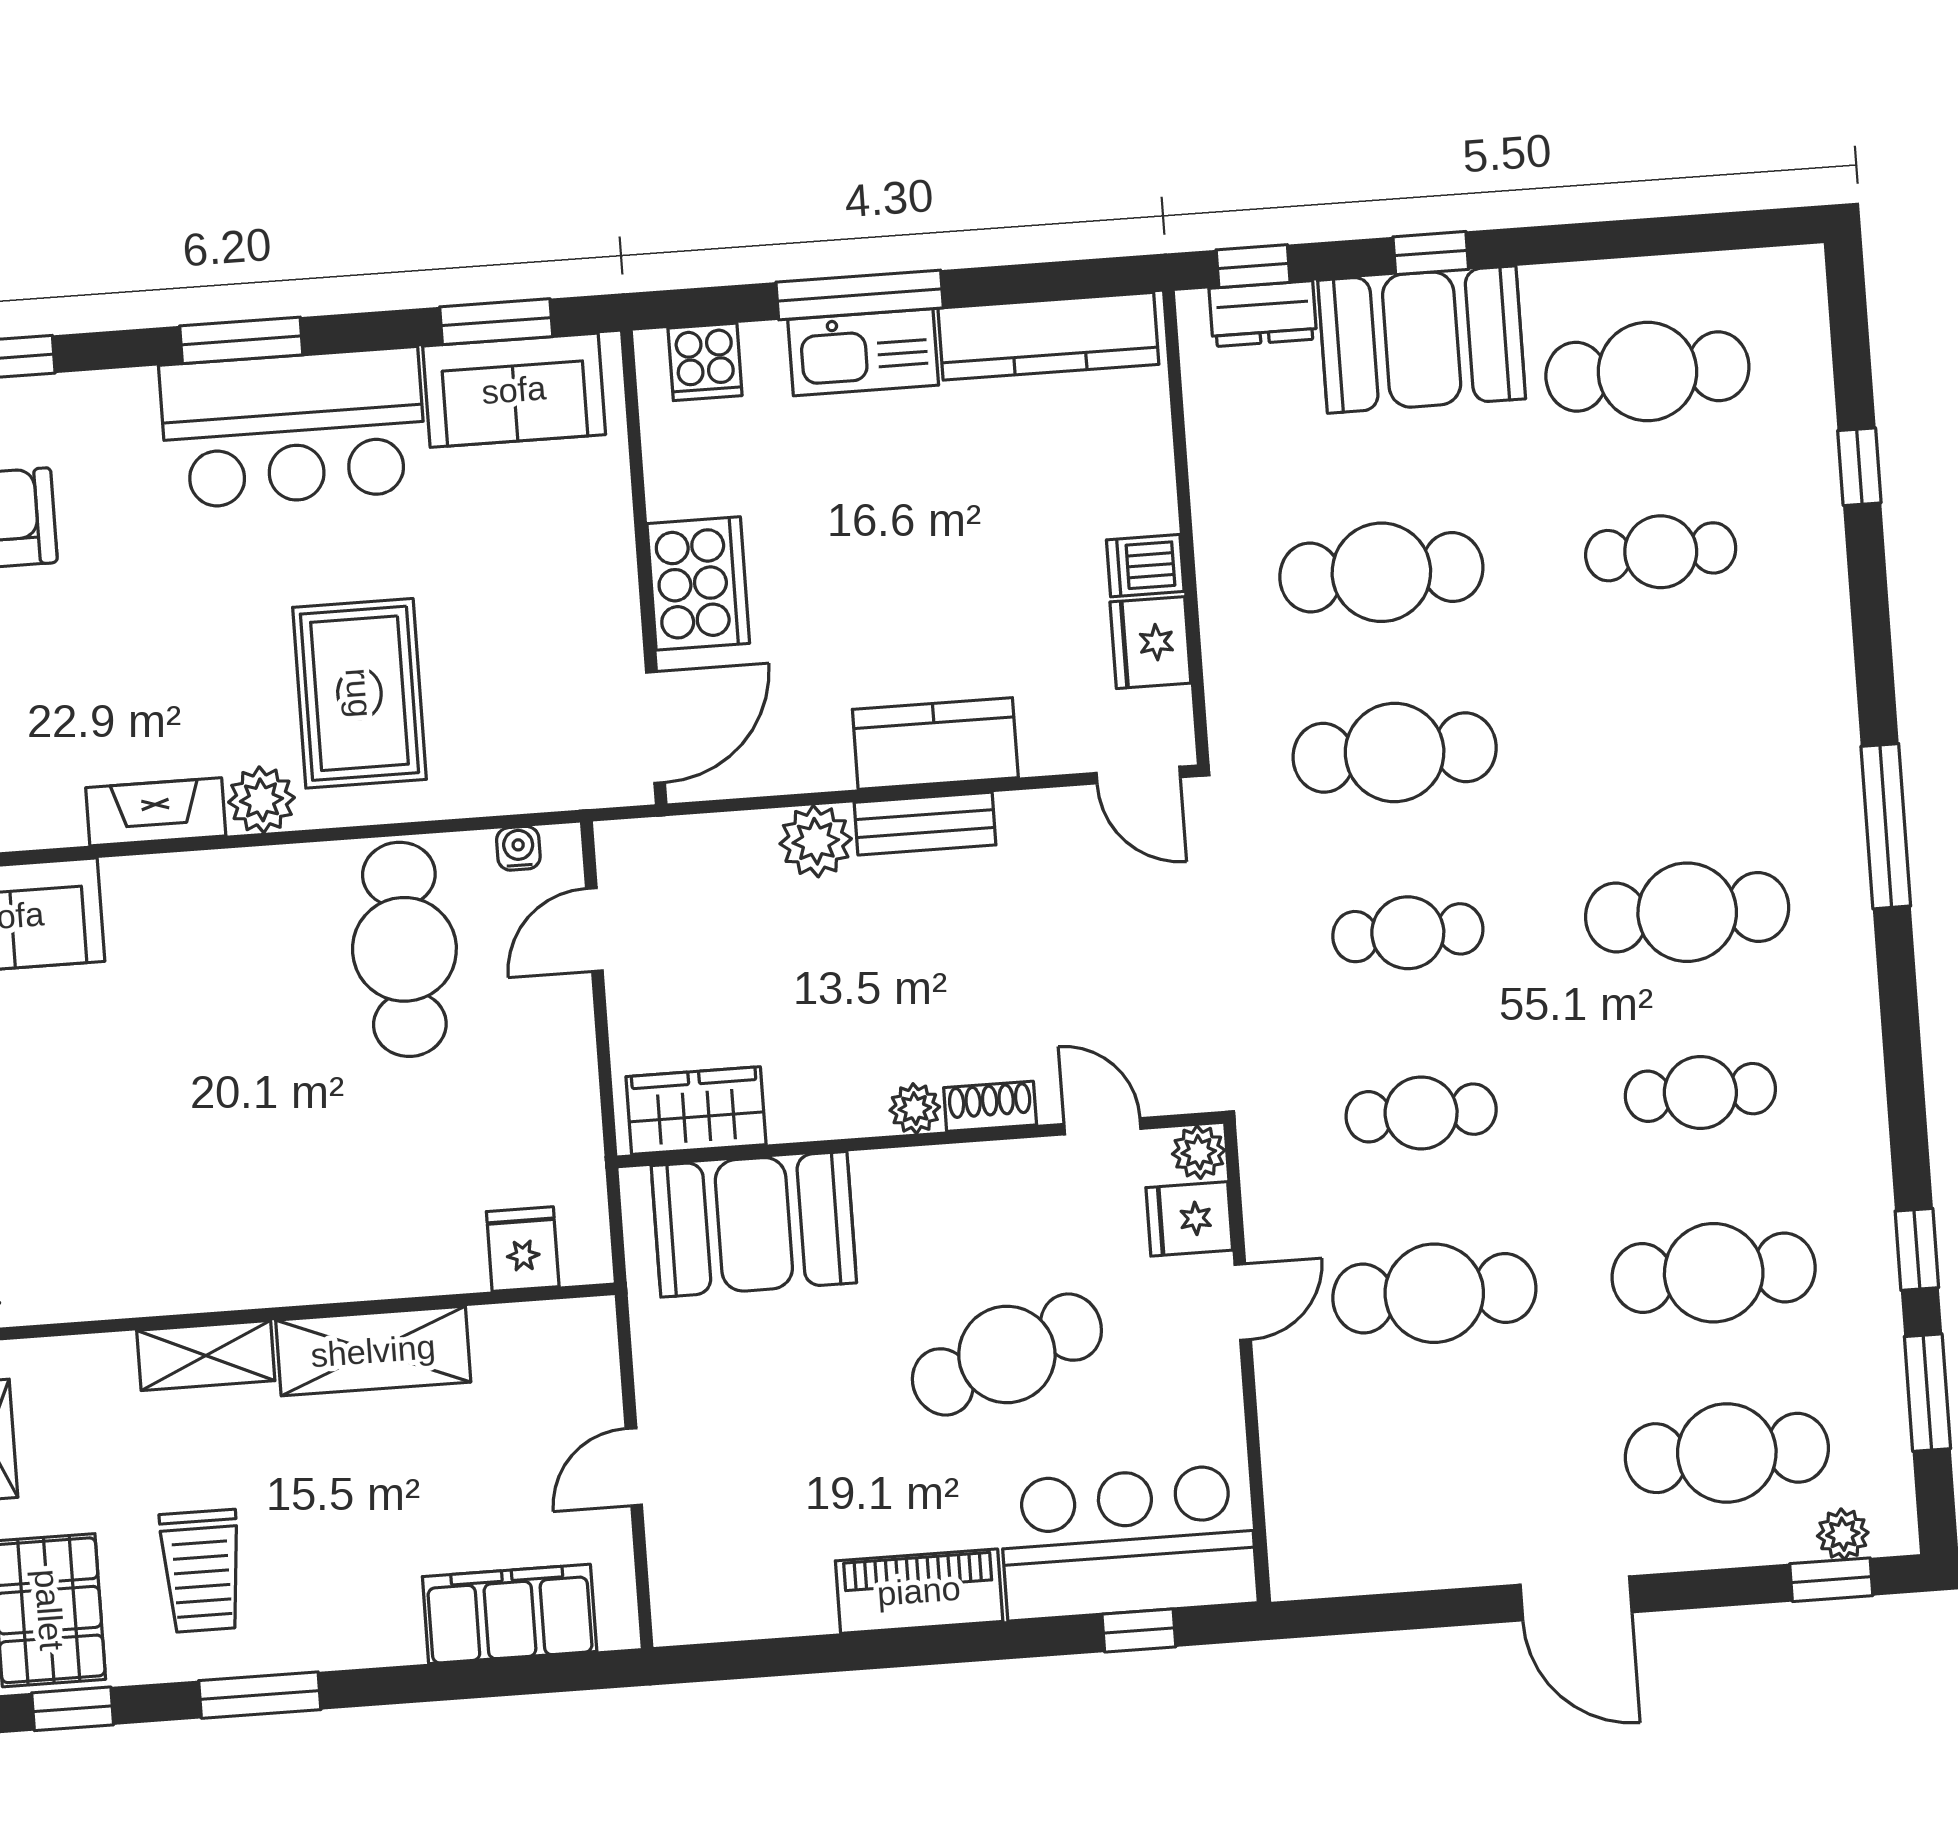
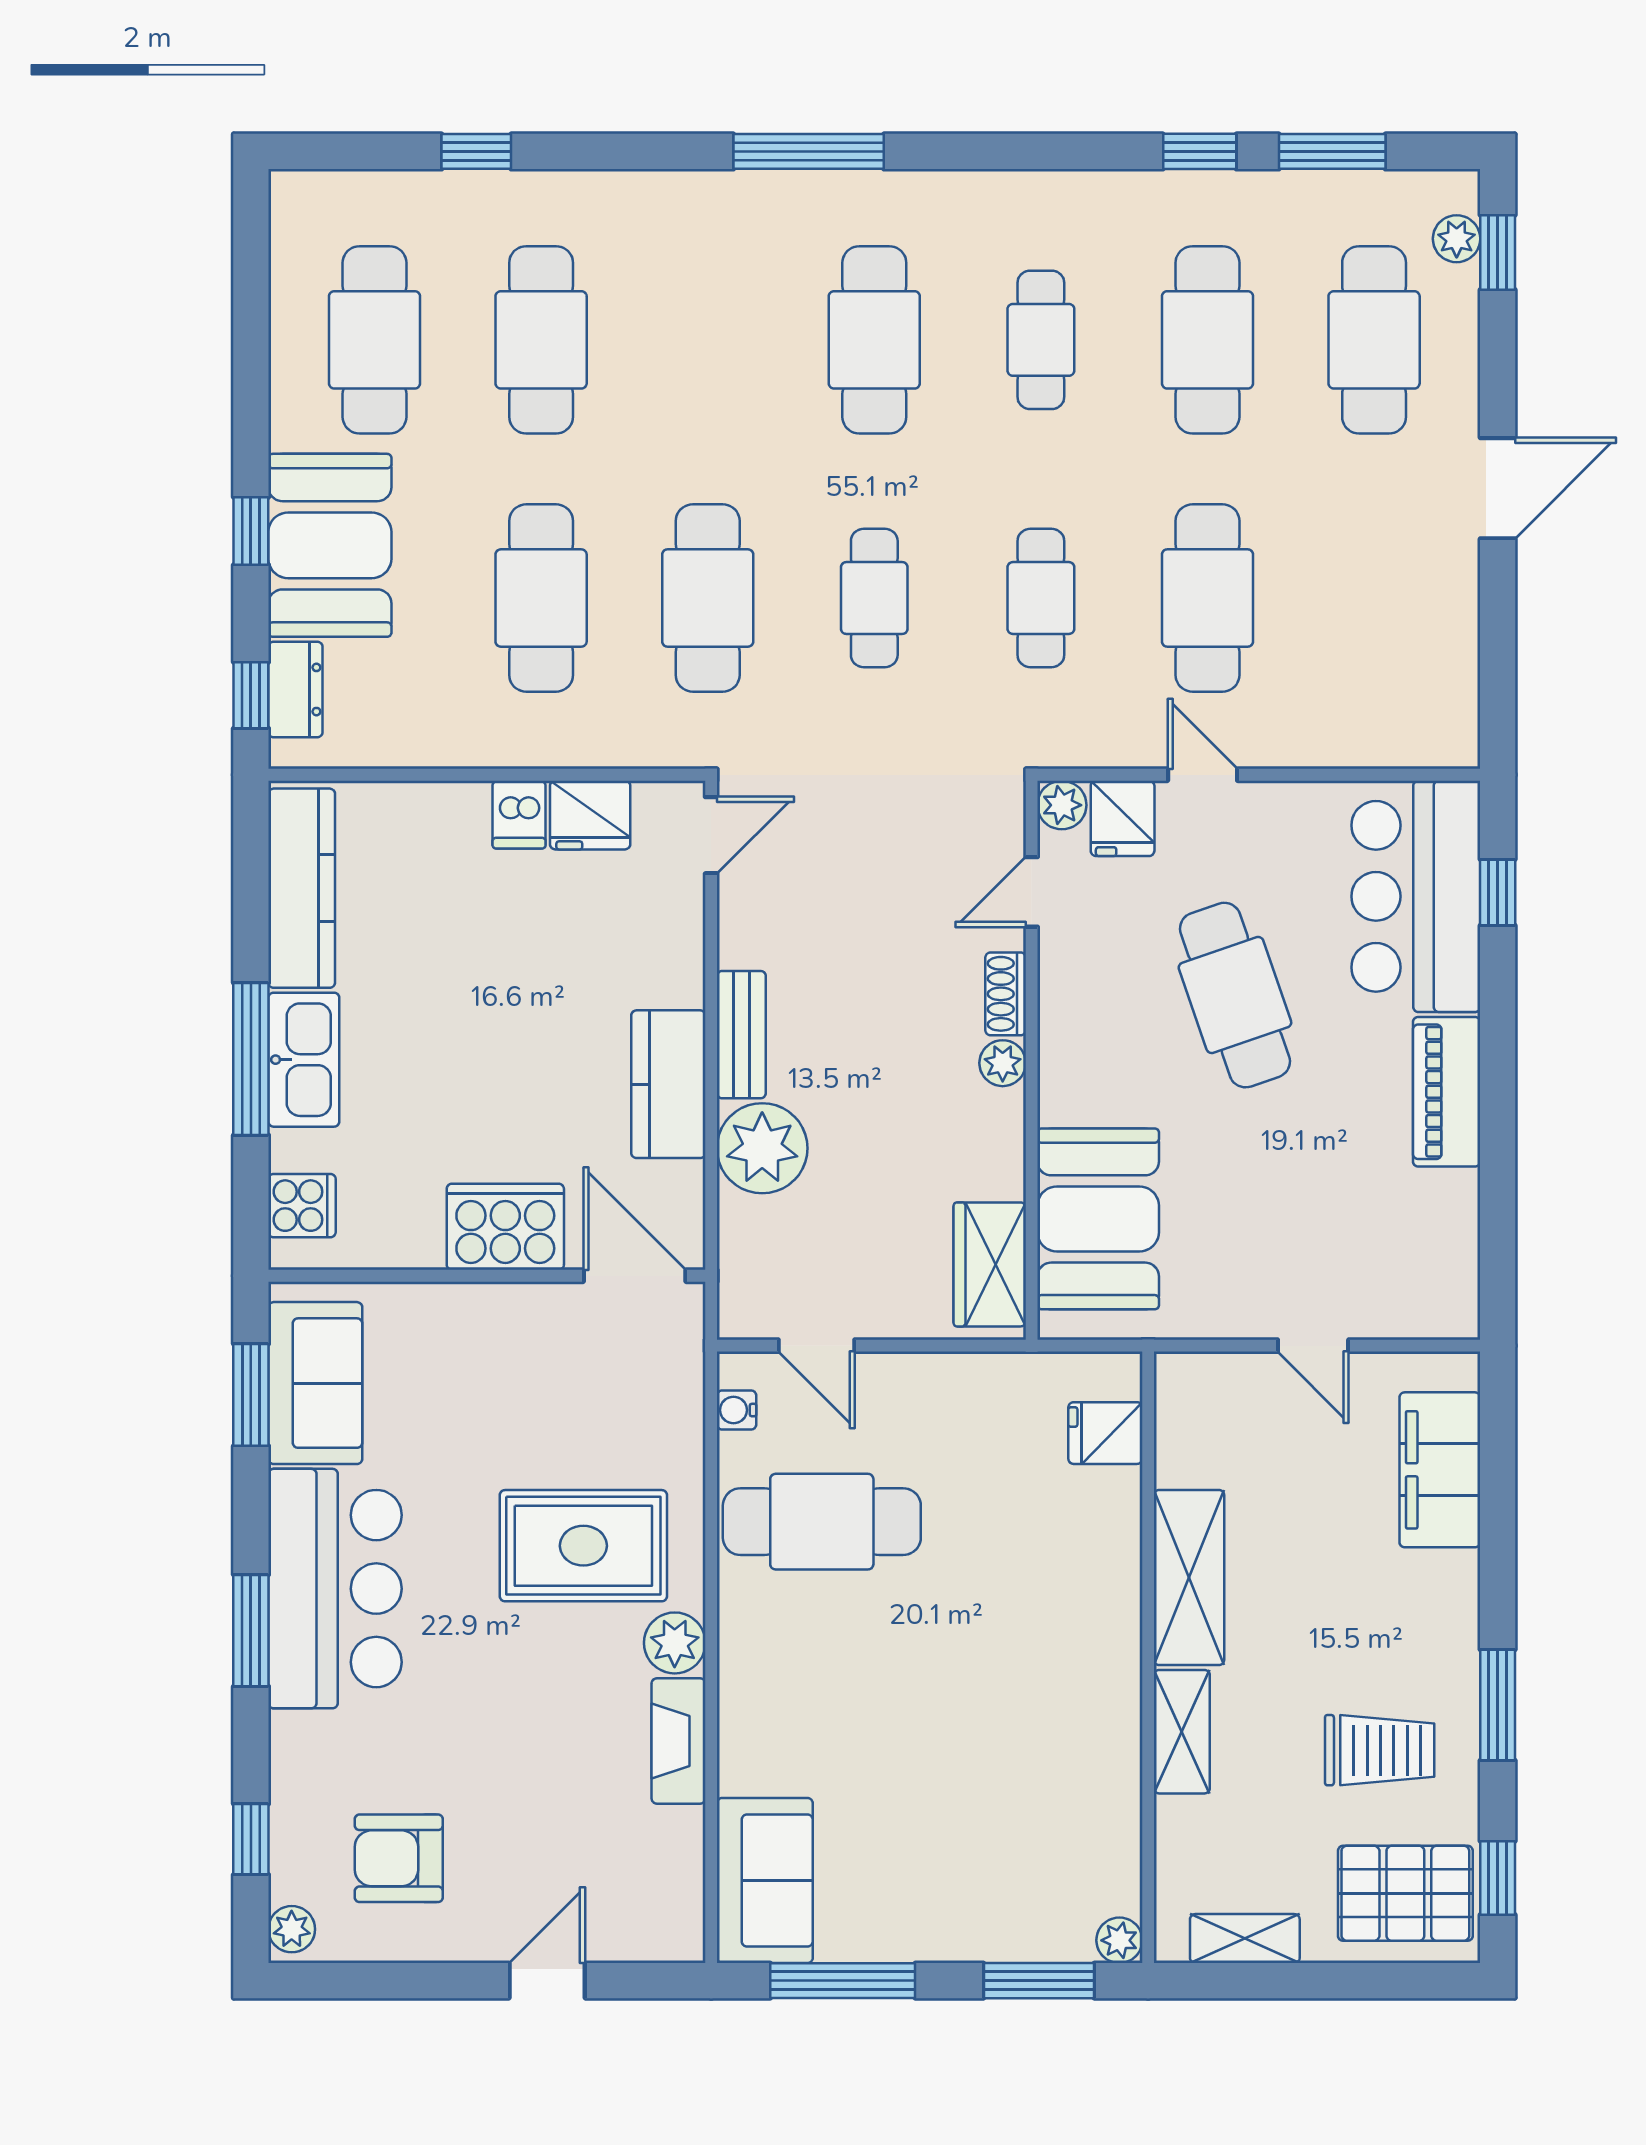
cafe table: (1661, 552) -> (541, 340), width x1.37, depth x1.35
kitchen counter: (935, 743) -> (668, 1084), moved
plant: (816, 841) -> (762, 1148), width x1.36, depth x1.36

